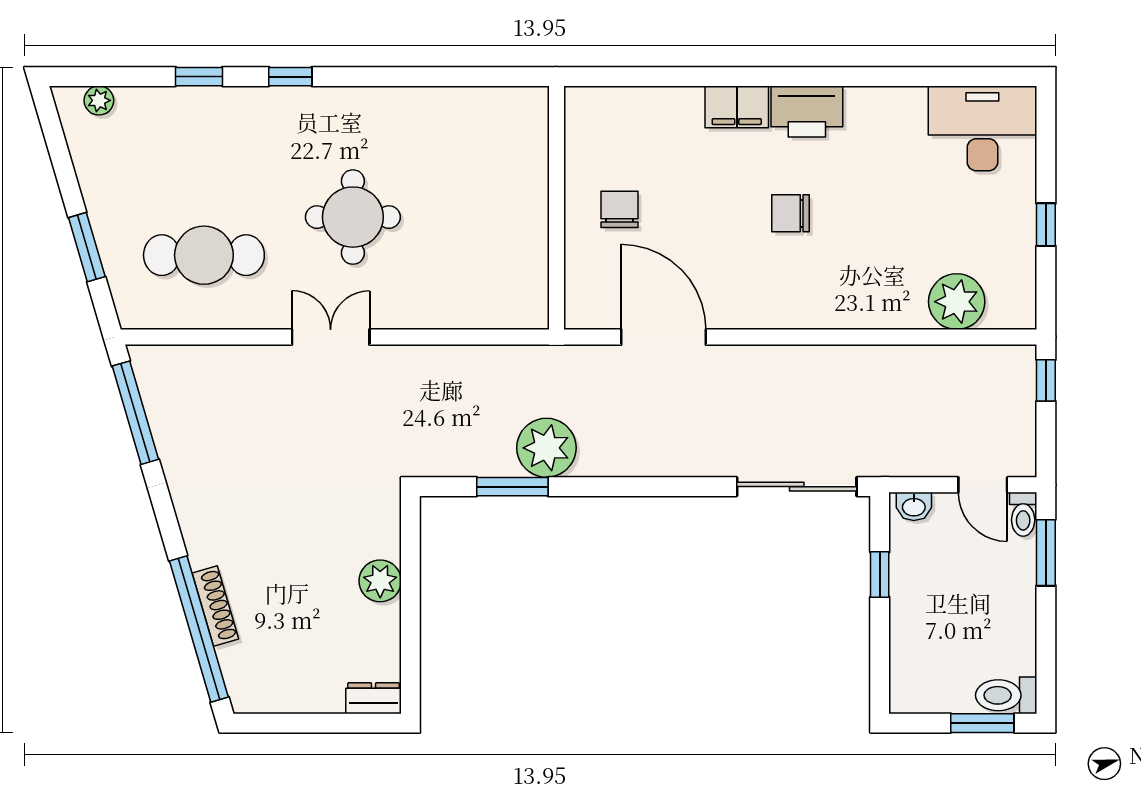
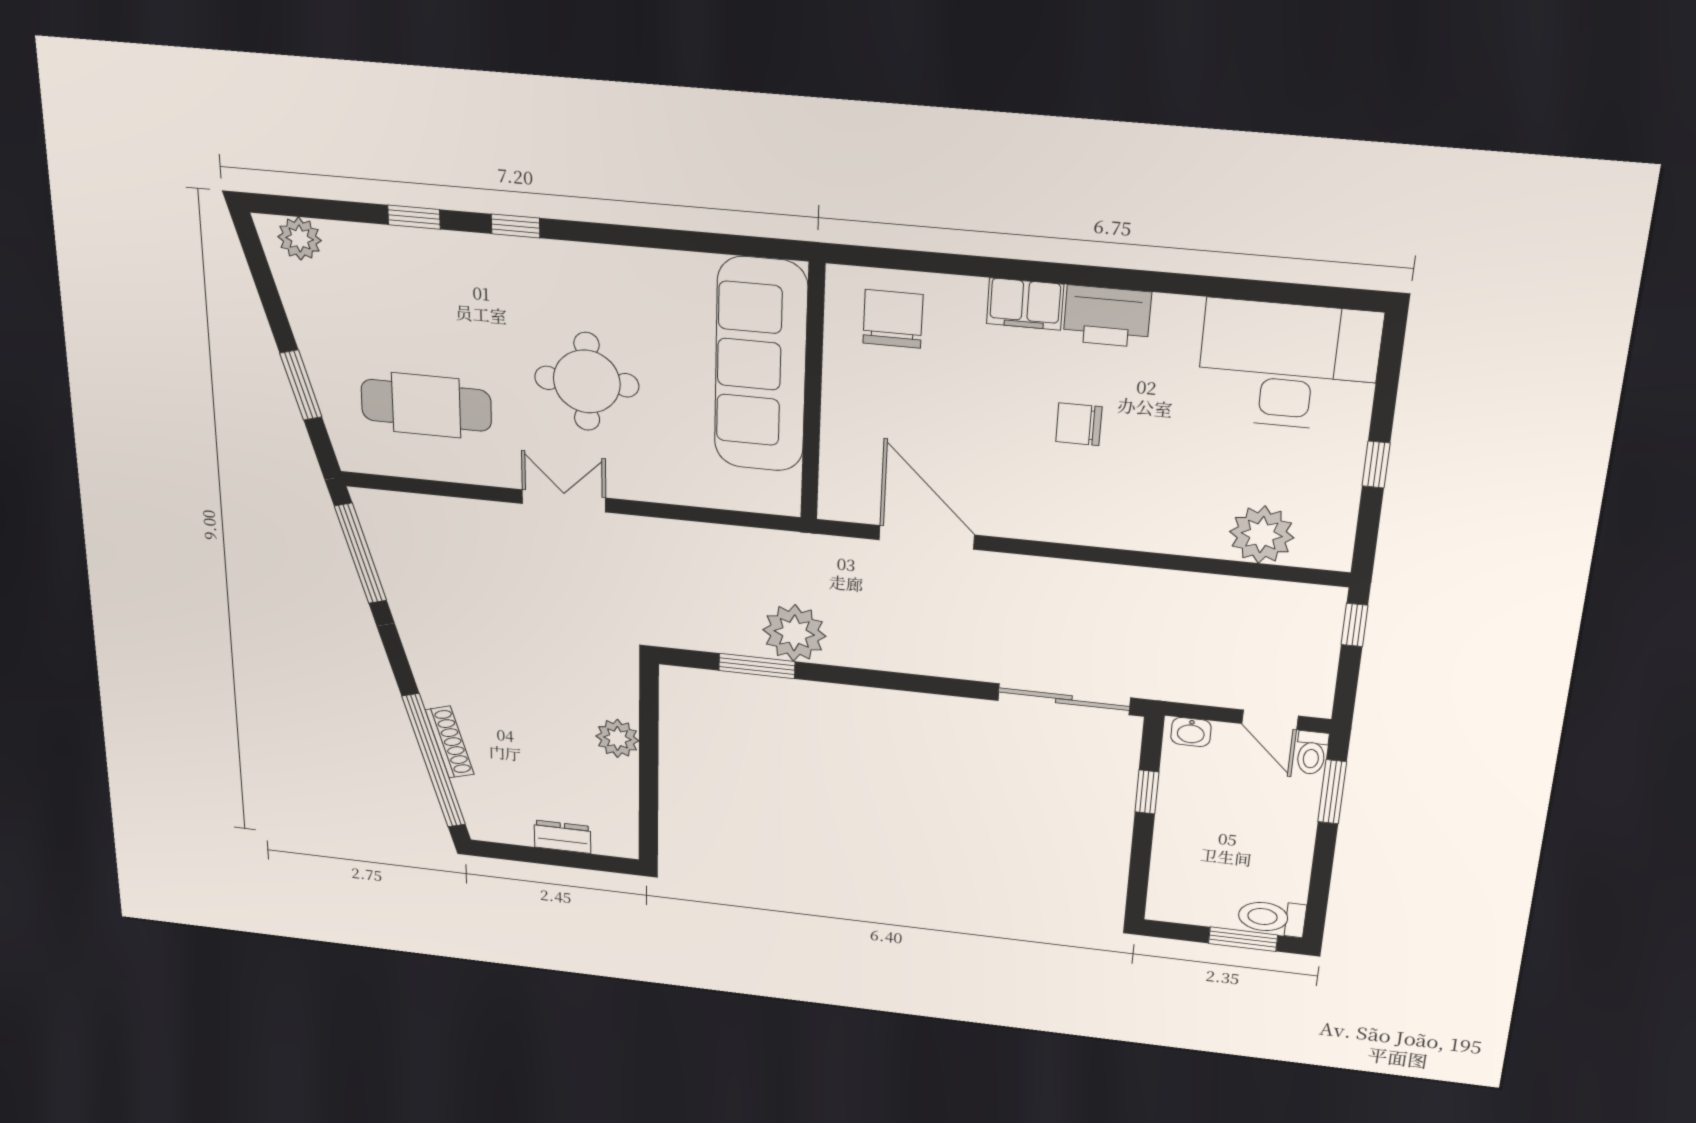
plant: (99, 100) -> (300, 239), width x1.38, depth x1.38
desk: (982, 128) -> (1288, 365), width x1.36, depth x1.30
sofa: (509, 186) -> (761, 365), added
chair: (619, 209) -> (893, 319), moved, width x1.37, depth x1.37
dresser: (373, 698) -> (562, 837), moved

